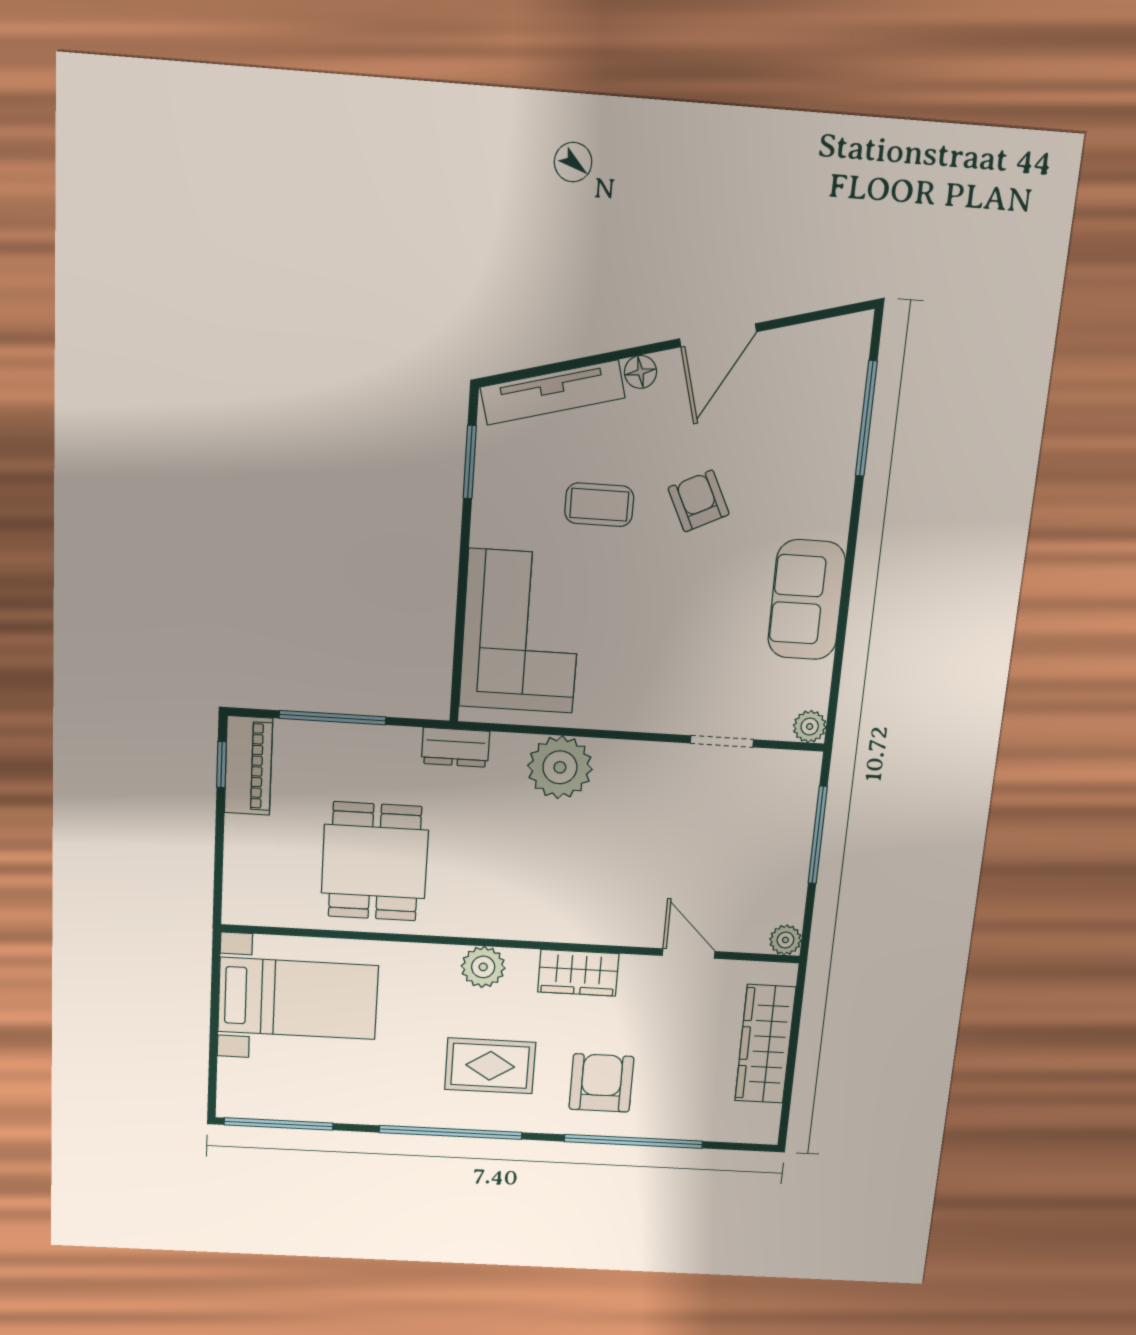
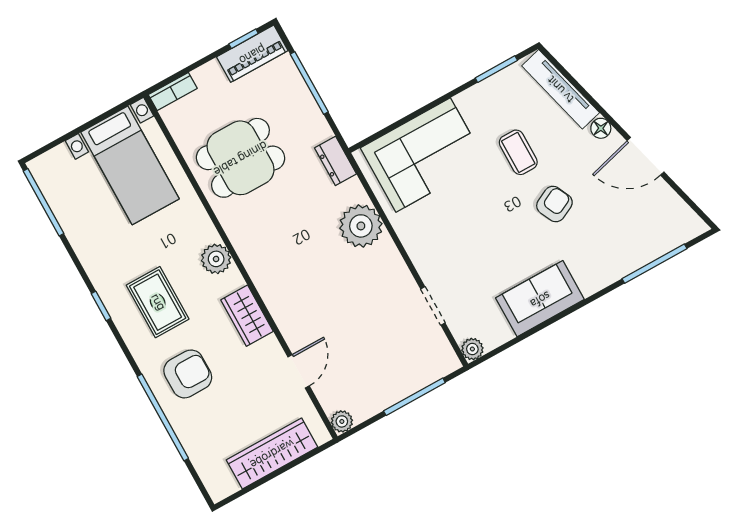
bookcase: (236, 892) -> (173, 91), added
window: (451, 1132) -> (101, 306), width x0.32

